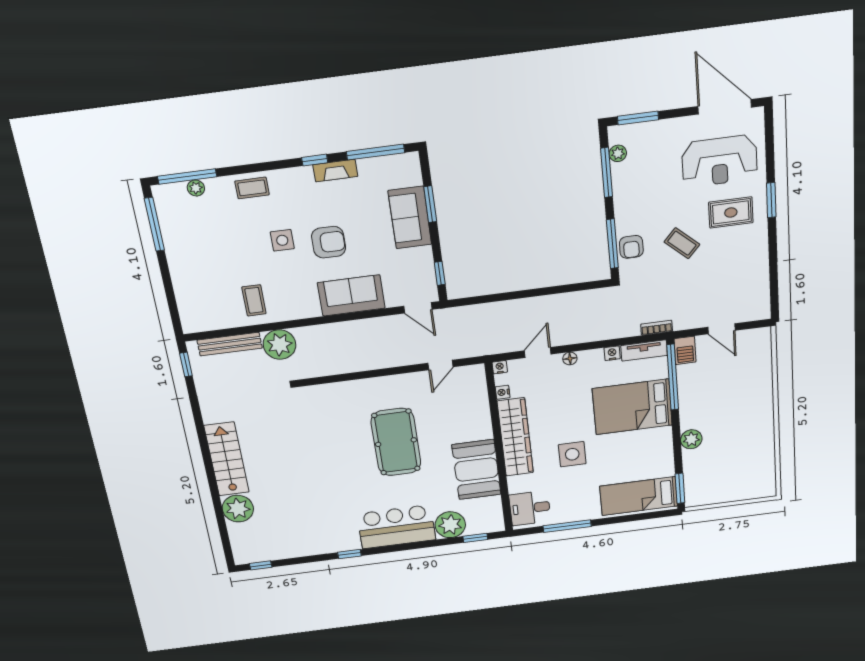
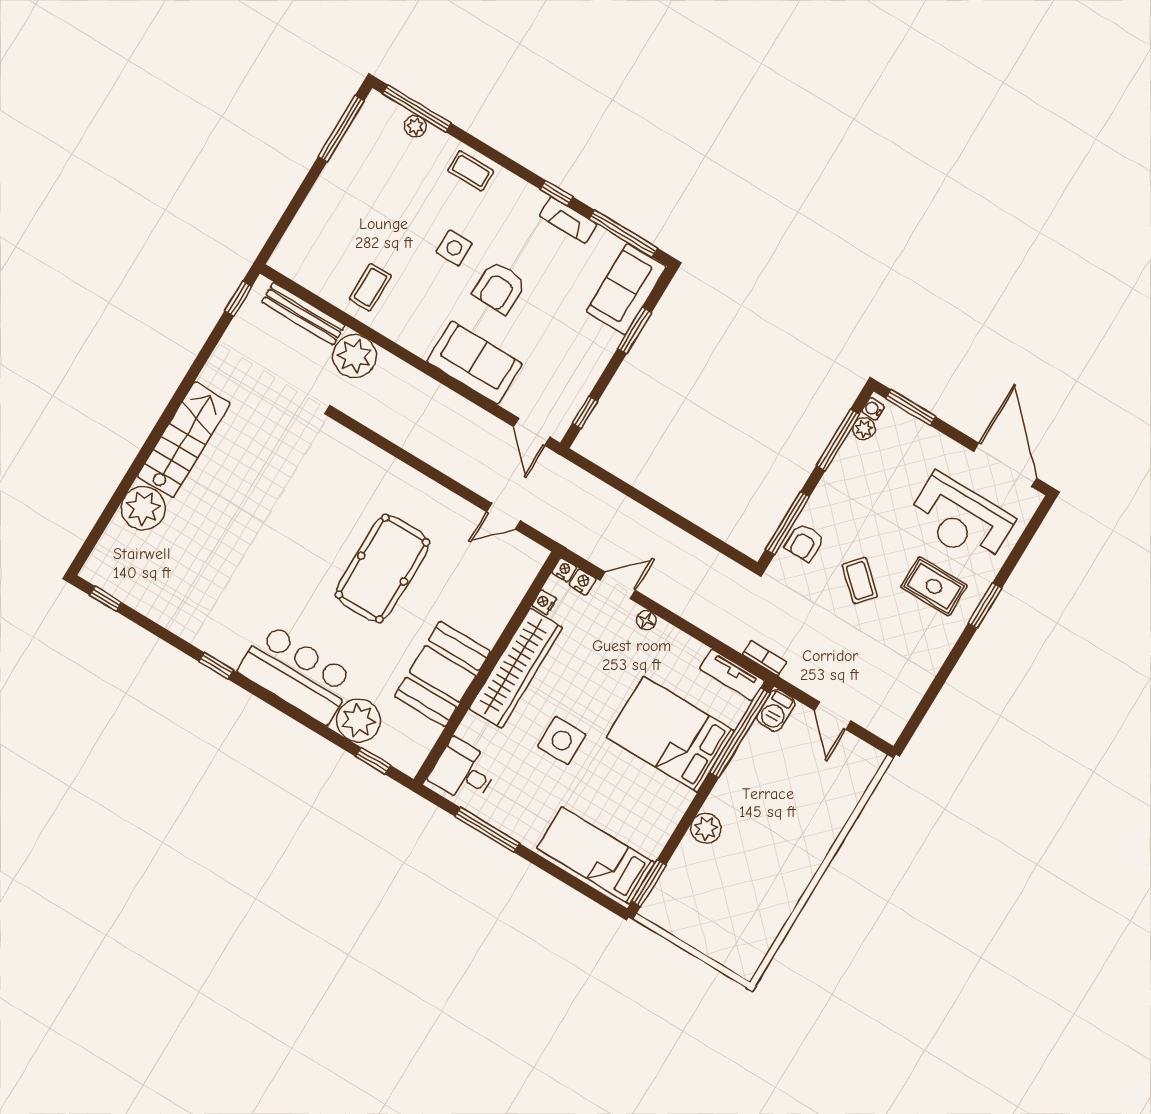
water cooler: (615, 137) -> (873, 409), added
sofa: (410, 218) -> (626, 289), moved
armchair: (329, 242) -> (499, 288), turned 91
nightstand: (612, 353) -> (583, 582), moved

